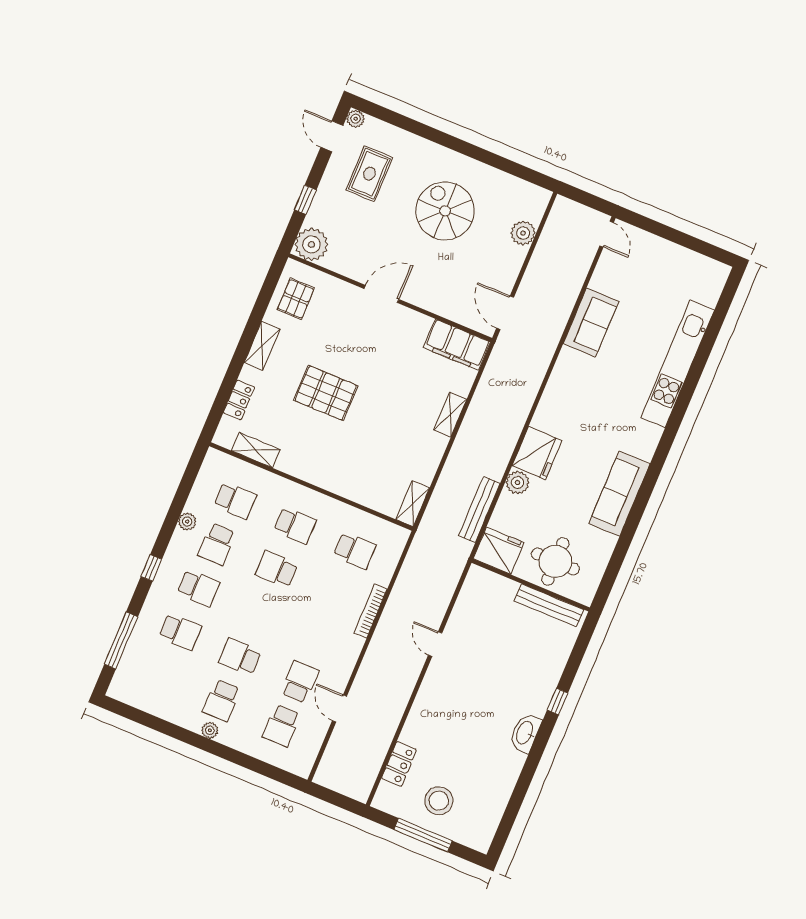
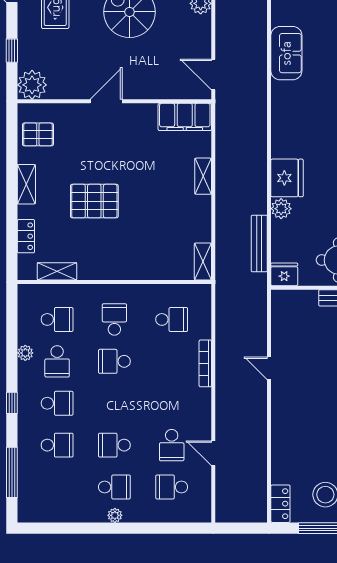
pallet: (296, 299) -> (38, 134), turned 90
school desk: (295, 525) -> (114, 319), turned -90
fridge: (499, 551) -> (284, 274), width x0.73, depth x0.75
school desk: (300, 682) -> (172, 445), turned 180
school desk: (222, 701) -> (114, 487), turned -90
school desk: (282, 726) -> (172, 487), turned 90
locker: (399, 764) -> (280, 504), moved

